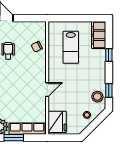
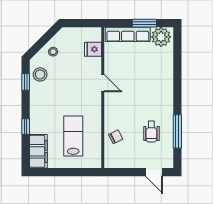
door: (47, 90) -> (103, 83), swing flipped
fridge: (57, 122) -> (93, 49), width x0.53, depth x0.75

